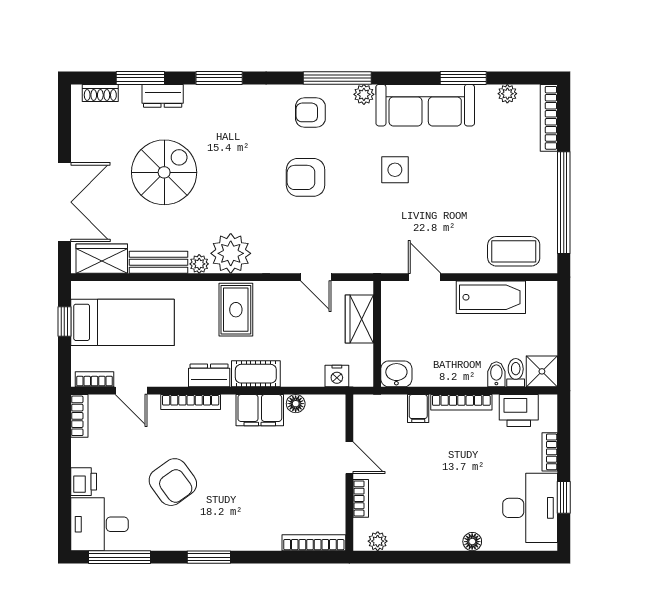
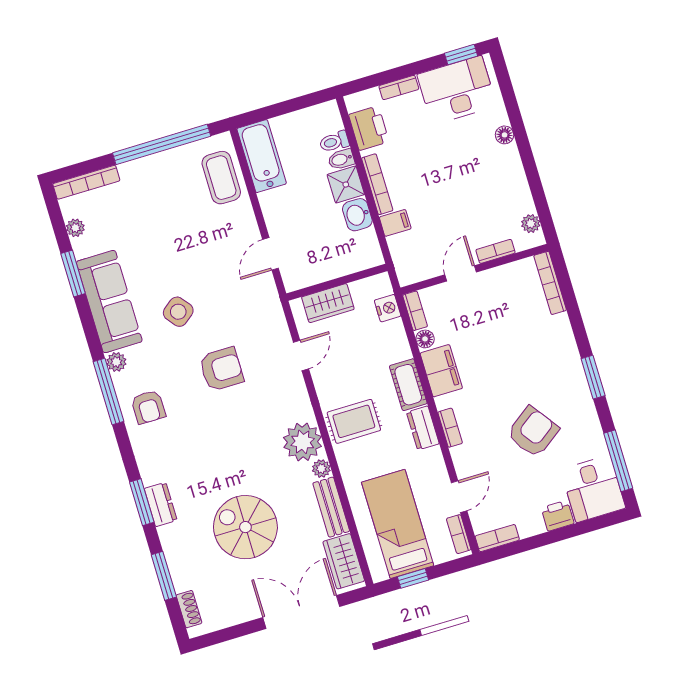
dresser: (163, 96) -> (161, 504), moved
side table: (395, 170) -> (178, 312), turned -38
armchair: (306, 177) -> (221, 369), moved, turned -90
bathtub: (491, 297) -> (262, 156), moved
shower: (542, 371) -> (346, 185), moved
washbasin: (396, 374) -> (357, 215), moved
bookcase: (191, 402) -> (450, 428), width x0.64
bookcase: (326, 402) -> (415, 311), added
window: (564, 497) -> (461, 55), moved

